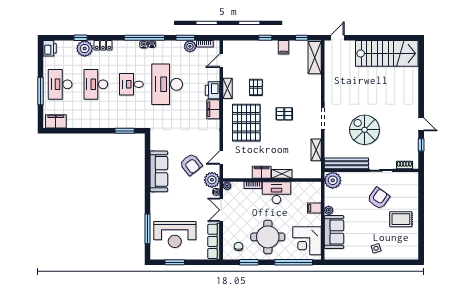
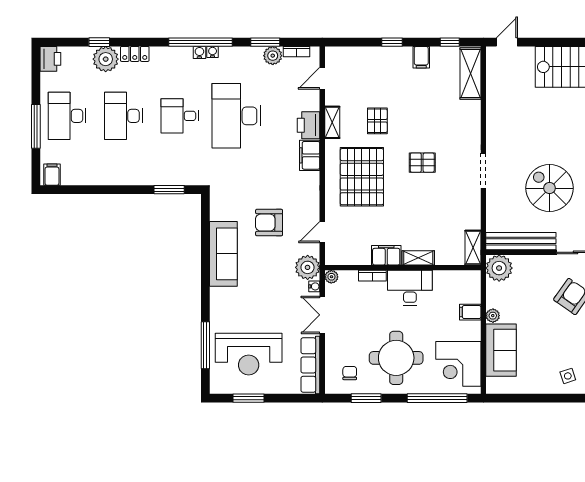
filing cabinet: (56, 121) -> (52, 175), width x0.50
shelving: (316, 150) -> (473, 248), moved
armchair: (191, 164) -> (269, 223), moved, turned 128

